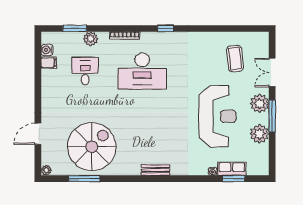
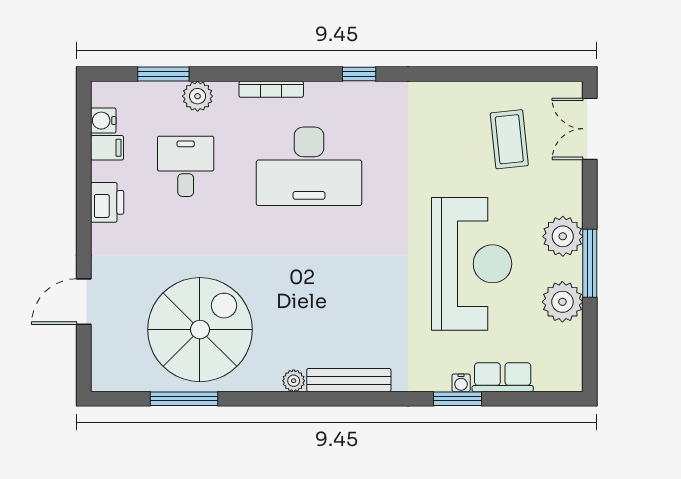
double door: (272, 72) -> (590, 129), moved
printer: (49, 88) -> (107, 202), added
plant: (46, 170) -> (294, 381), moved
bench: (155, 170) -> (349, 380), width x1.36
window: (234, 179) -> (458, 399), moved

